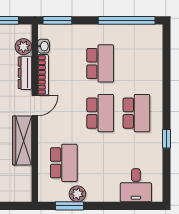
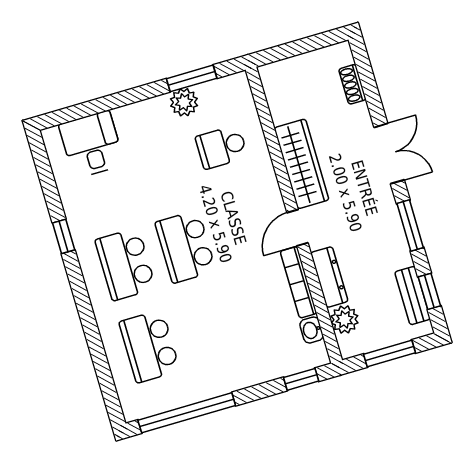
window: (57, 20) -> (301, 379), width x0.67
school desk: (100, 63) -> (150, 346), moved
school desk: (64, 163) -> (222, 147), width x0.54

